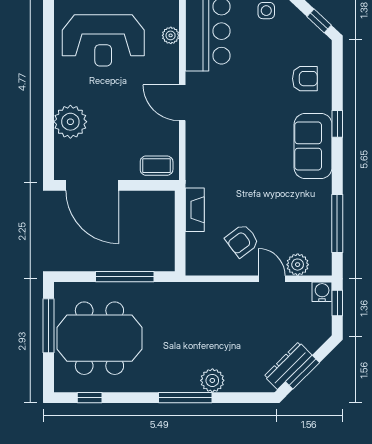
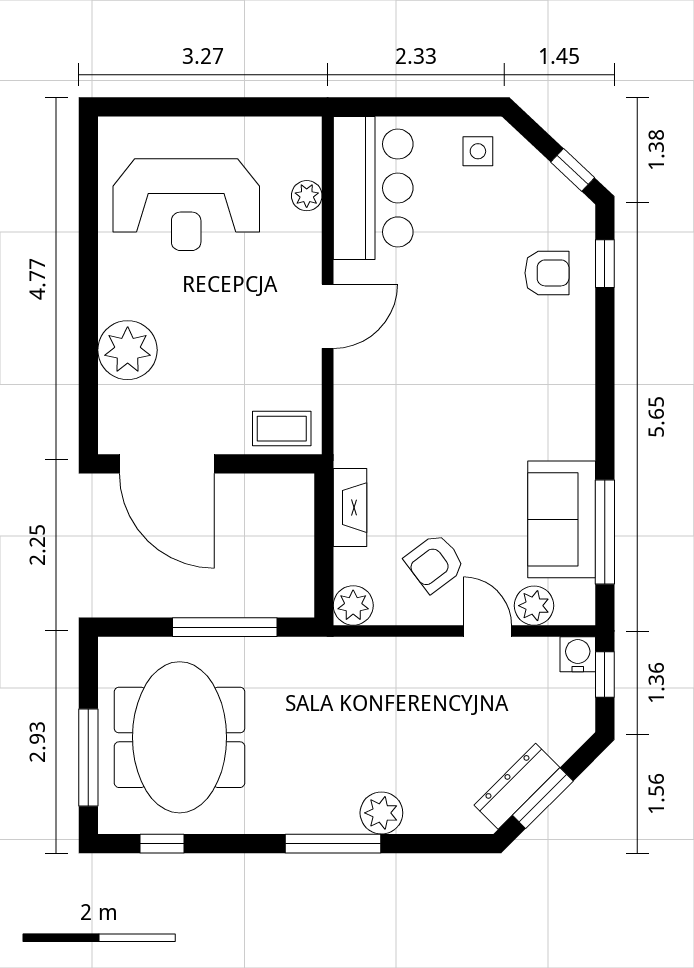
door: (182, 103) -> (328, 316), swing flipped
window: (337, 124) -> (605, 264), moved
sofa: (313, 146) -> (562, 519), moved
plant: (197, 264) -> (353, 605), added
window: (49, 326) -> (88, 758), moved
meeting table: (99, 338) -> (180, 737), turned 90

